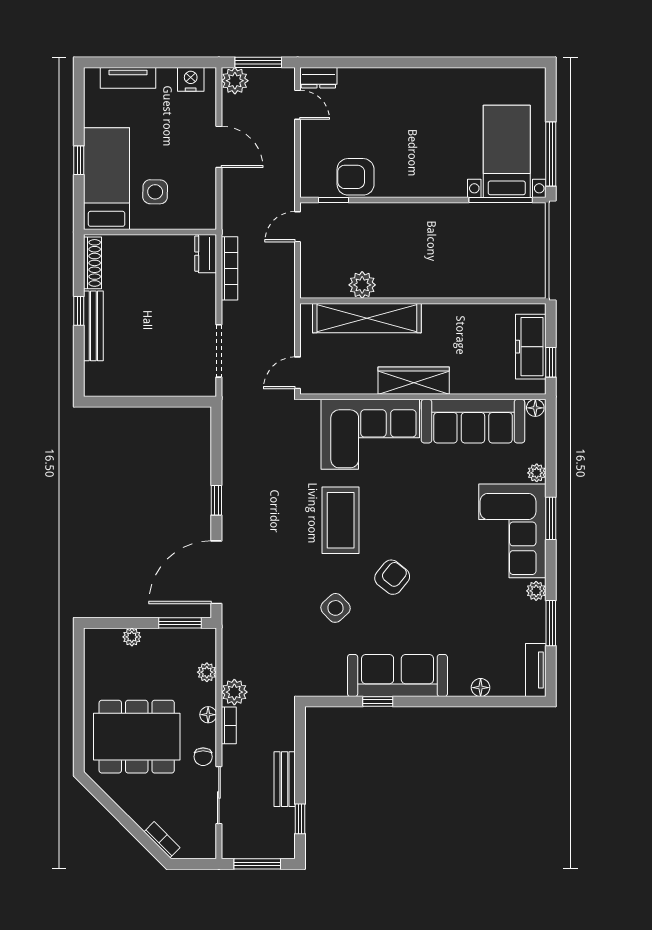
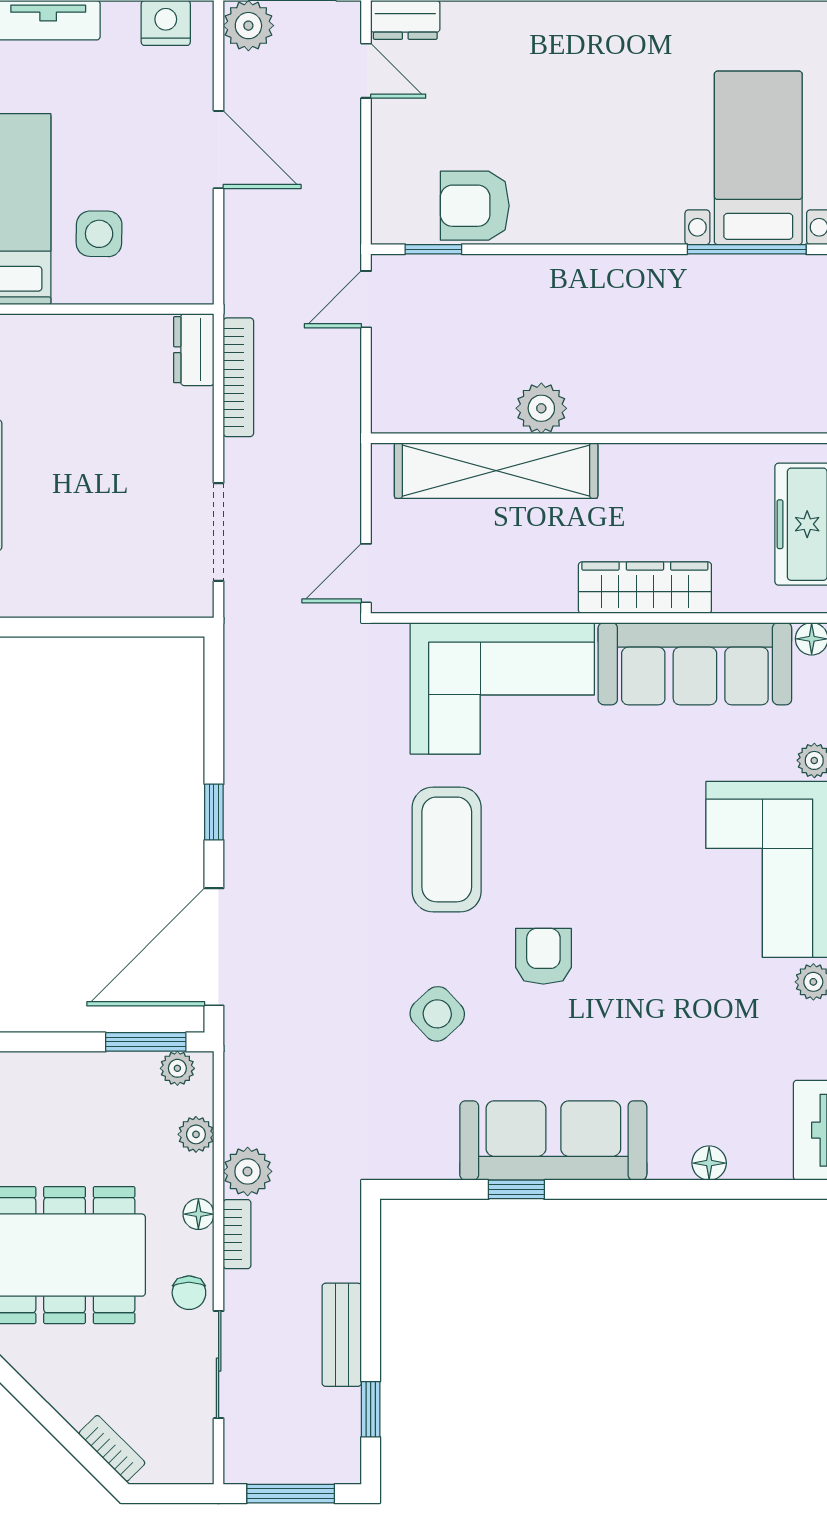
plant: (362, 285) -> (541, 408), moved
wardrobe: (414, 381) -> (645, 588), moved
armchair: (392, 577) -> (543, 956), turned -39
plant: (132, 637) -> (177, 1068), moved

